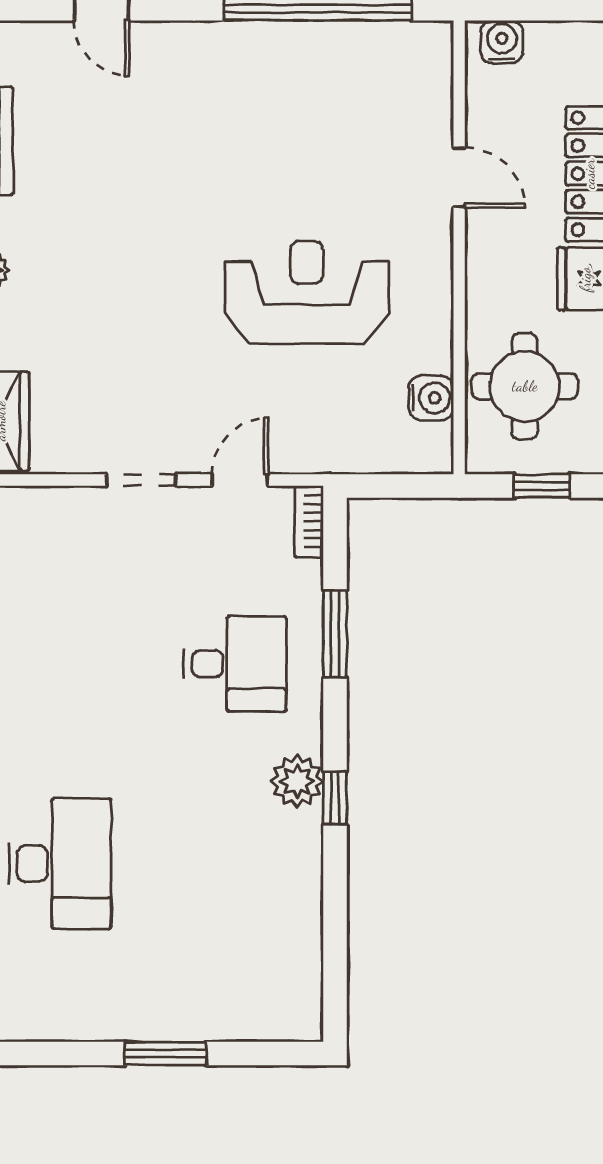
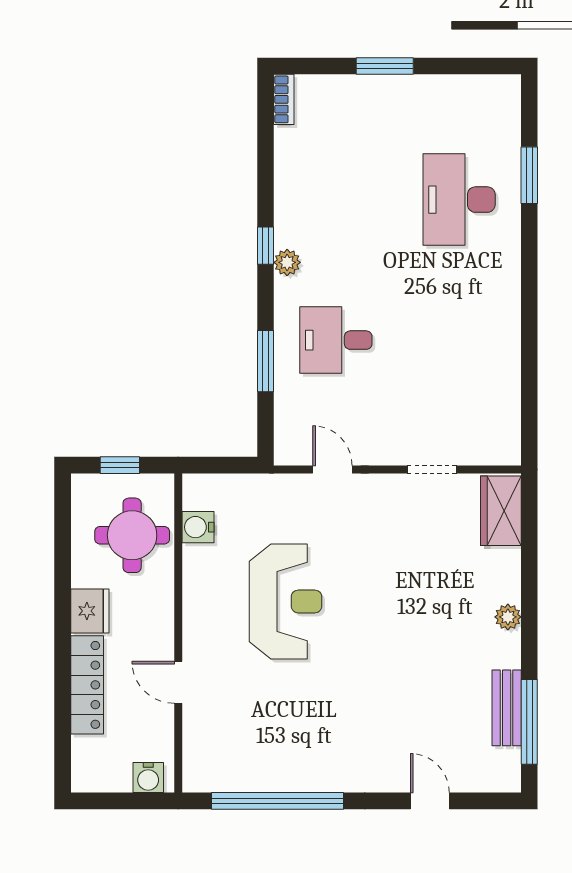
reception desk: (307, 292) -> (285, 601), turned -90
doorway: (141, 480) -> (432, 469), moved
door: (240, 480) -> (332, 469), swing flipped
bookcase: (309, 521) -> (284, 99), moved
plant: (297, 781) -> (287, 262), width x0.73, depth x0.73

